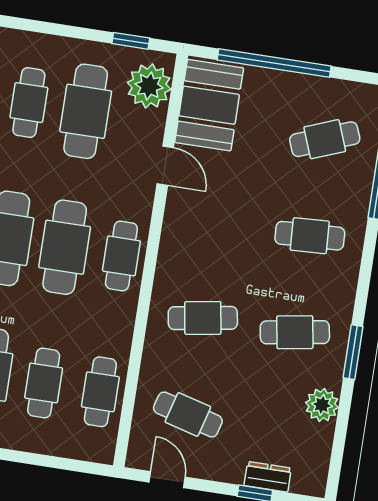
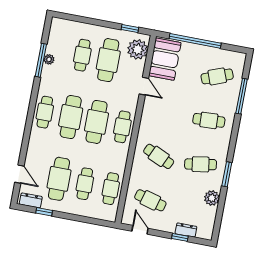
cafe table: (203, 318) -> (159, 156), turned 33

